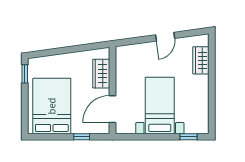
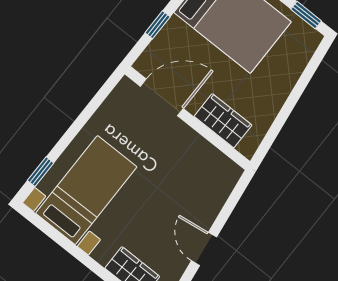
bed with nightstands: (160, 105) -> (86, 190), moved, turned -90
door: (113, 109) -> (162, 97), hinge flipped

